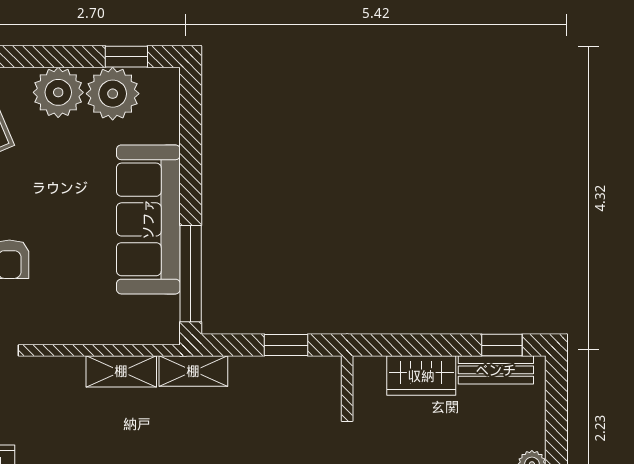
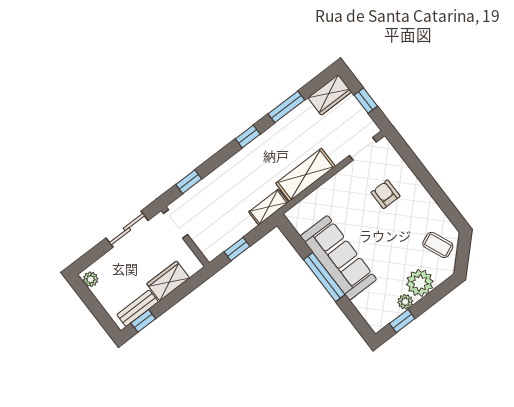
plant: (113, 94) -> (405, 302), width x0.53, depth x0.53
window: (191, 274) -> (324, 277), moved
shelving: (121, 371) -> (305, 175), width x1.50, depth x1.33

